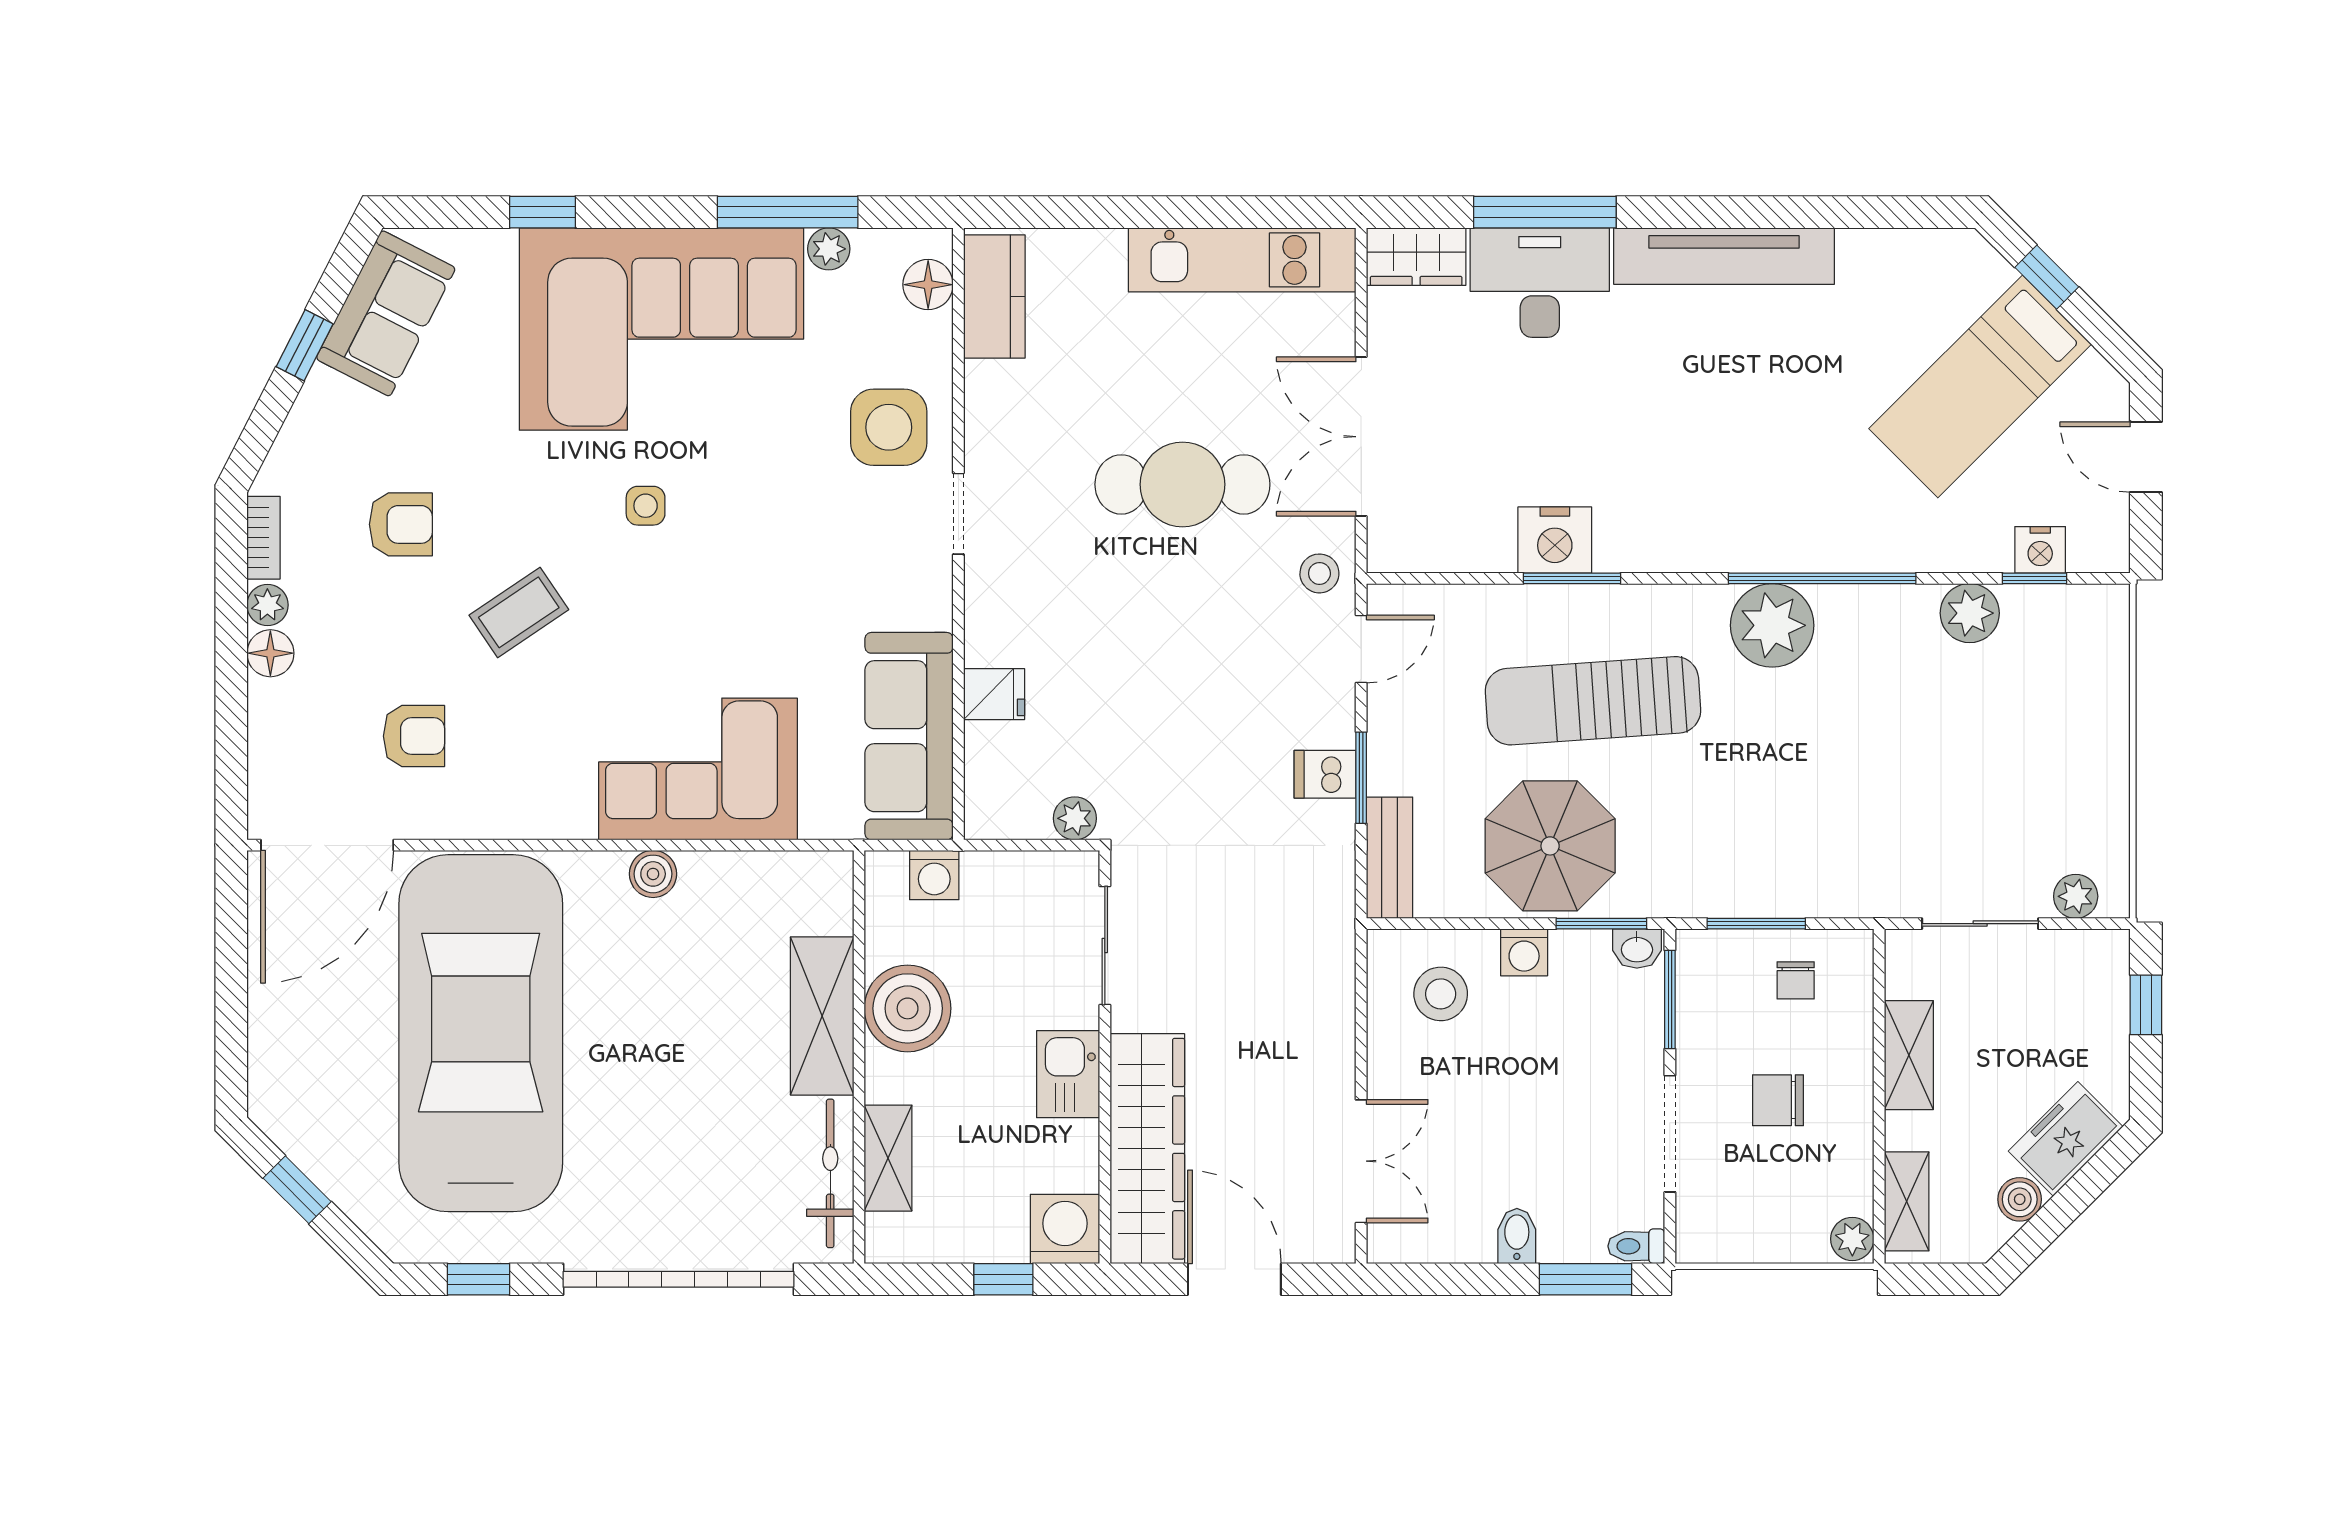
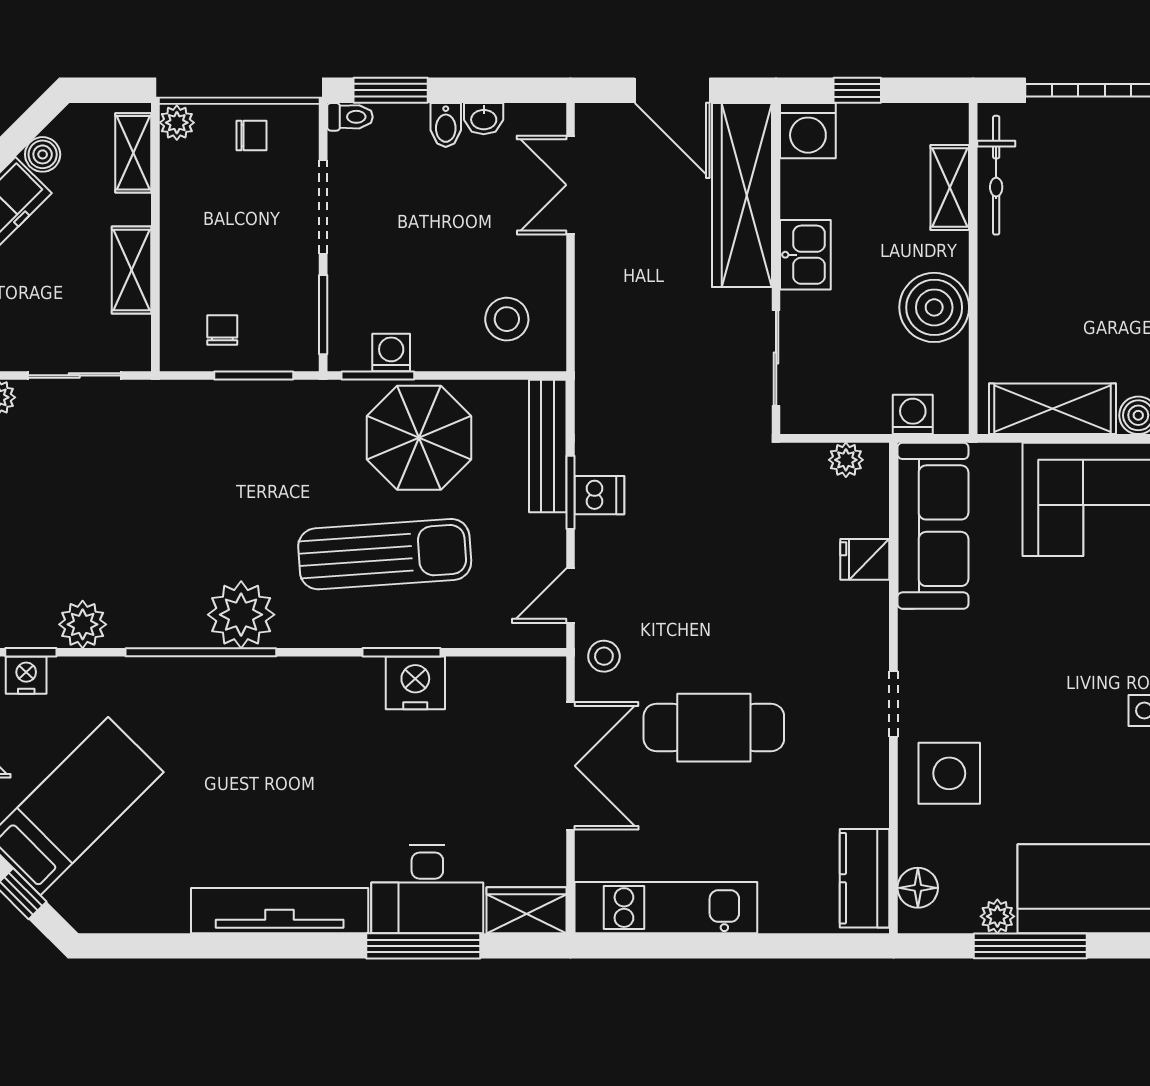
plant: (1075, 818) -> (846, 460), moved
bench: (1390, 858) -> (548, 446), width x1.36
washbasin: (1637, 949) -> (484, 119), moved, turned 180
washing machine: (1524, 952) -> (391, 352), moved
shelving: (822, 1016) -> (1053, 409), moved, turned 90
chair: (1778, 1100) -> (251, 135), moved, width x0.73, depth x0.73

